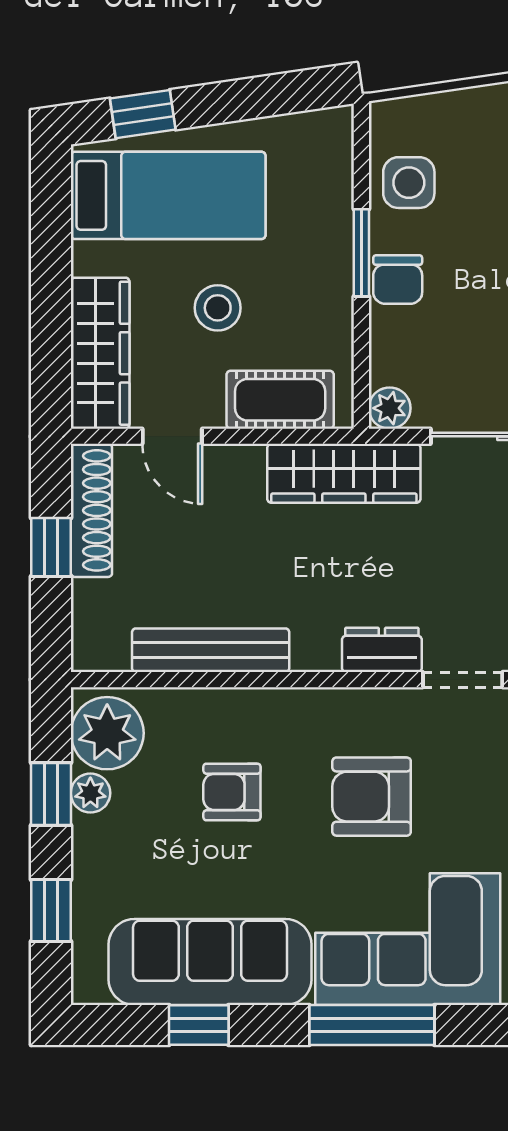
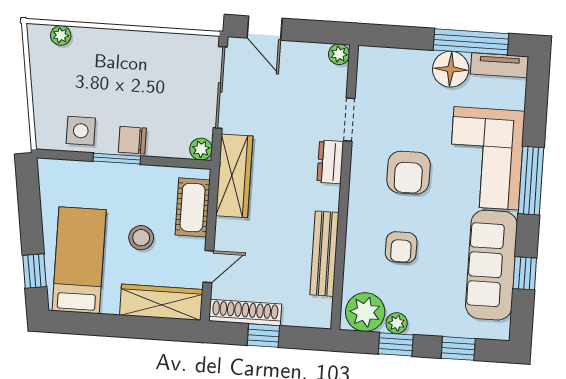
chair: (398, 280) -> (132, 140), turned 180

